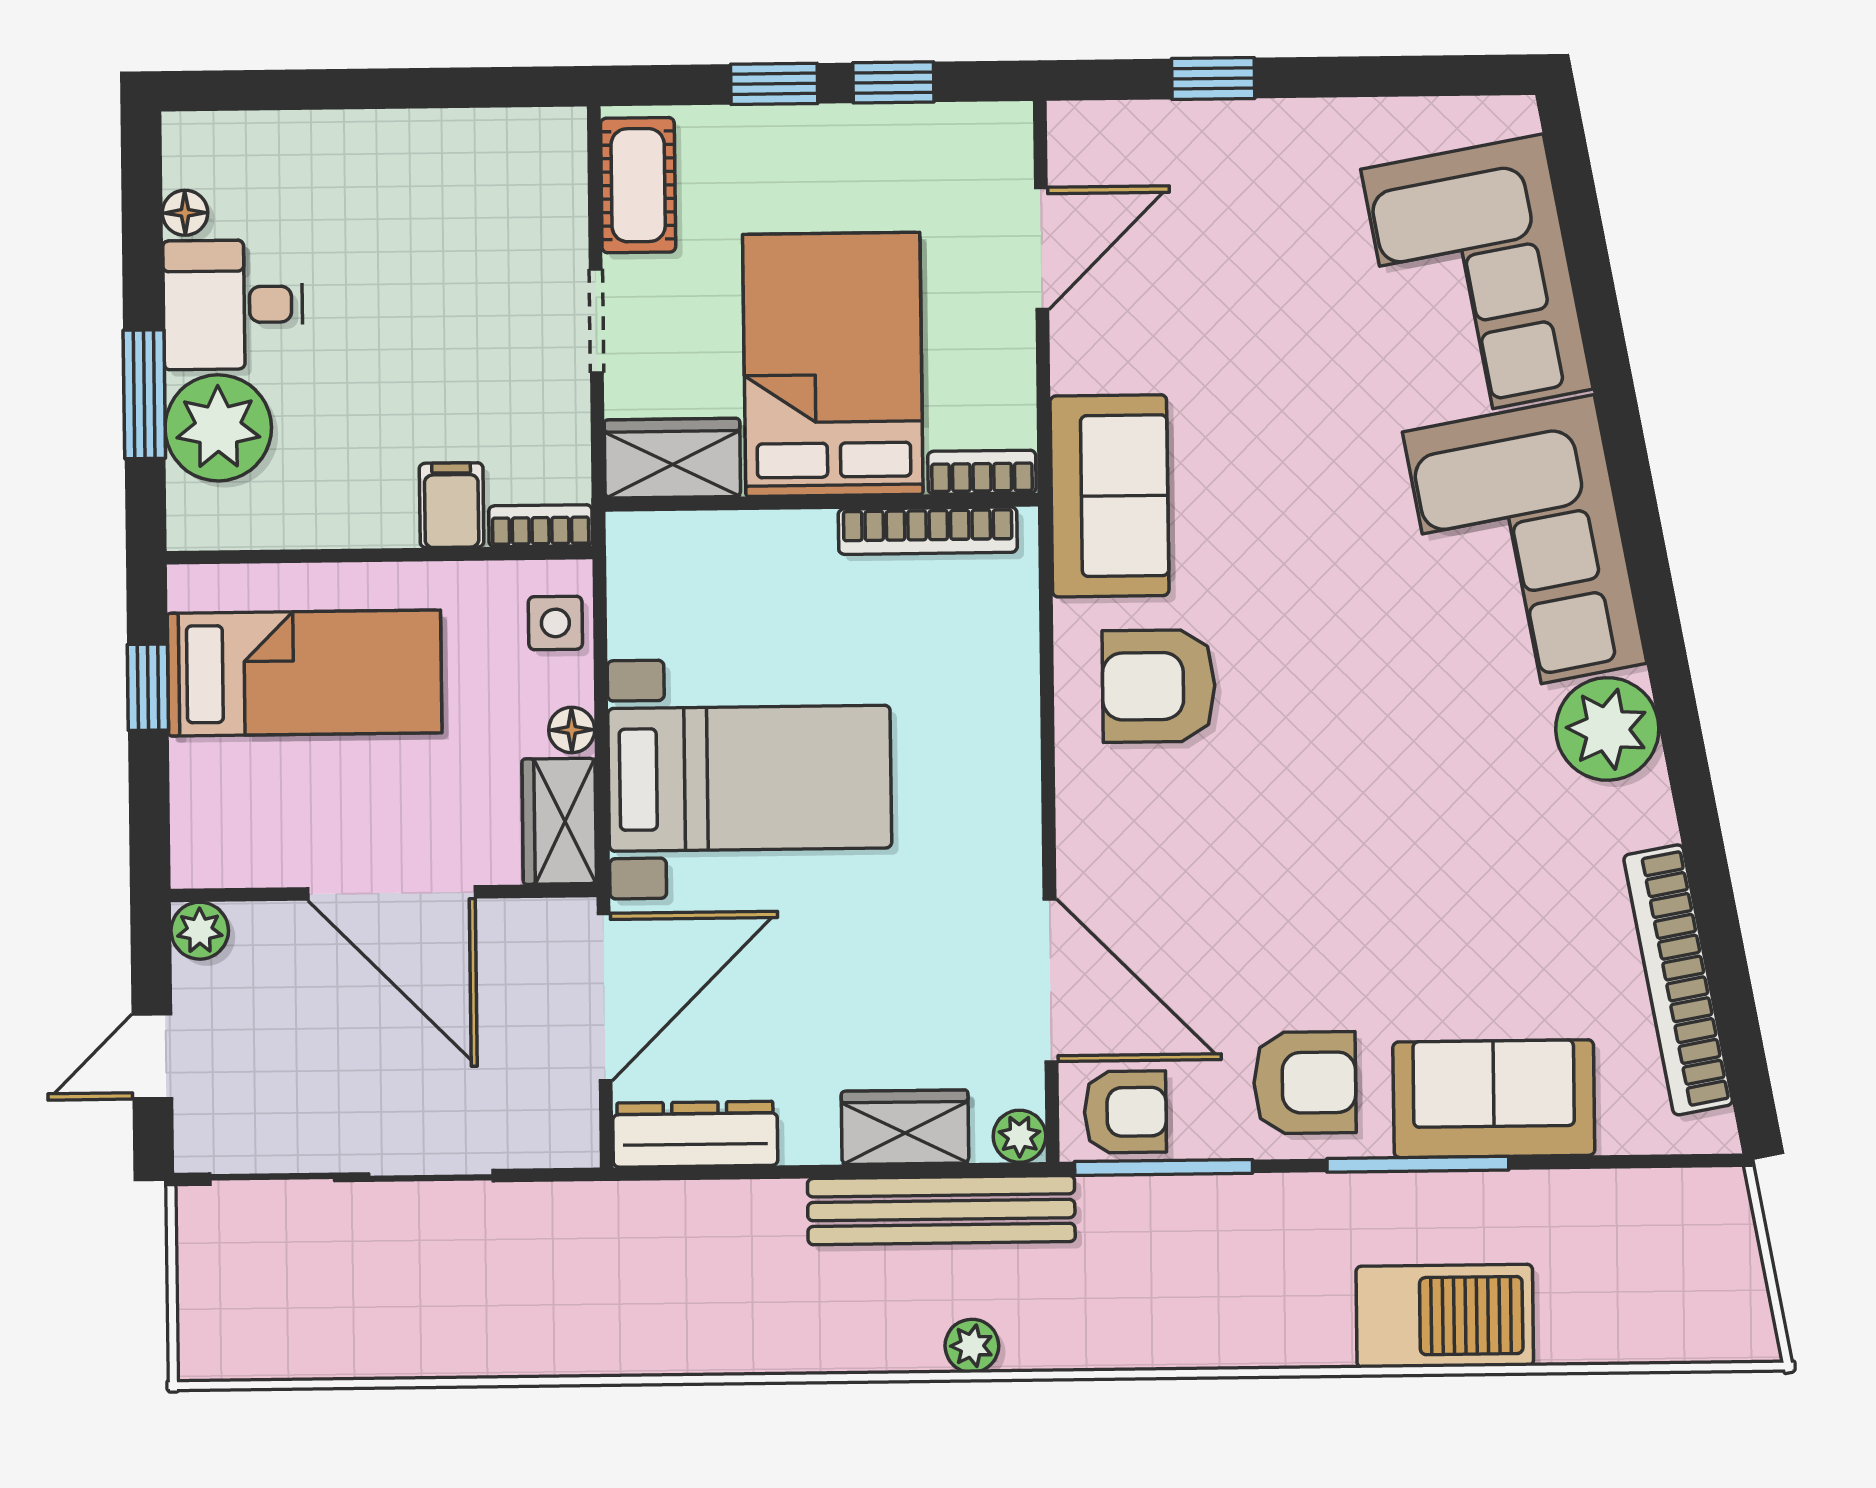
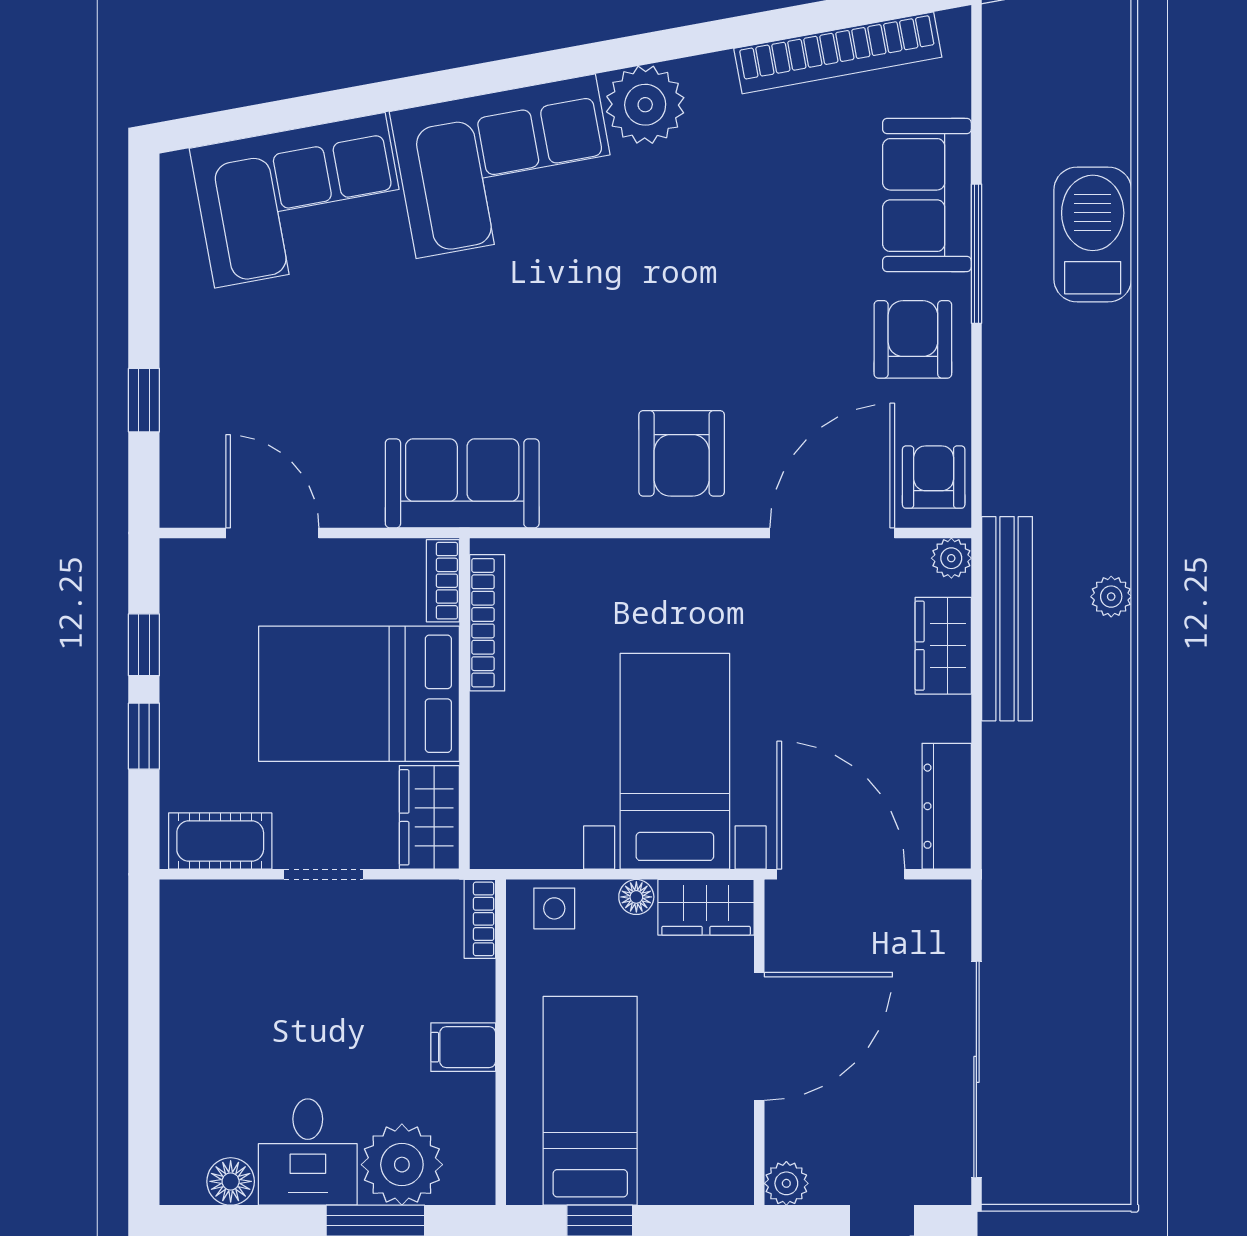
floor lamp: (185, 213) -> (231, 1181), width x1.37, depth x1.37
filing cabinet: (452, 505) -> (463, 1047), moved
armchair: (1159, 686) -> (682, 453), moved
window: (1164, 1167) -> (976, 448), removed

